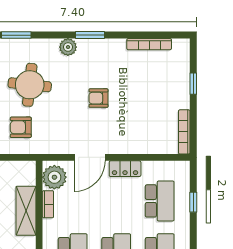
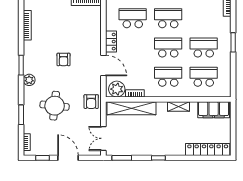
armchair: (21, 127) -> (91, 102), moved
shelving: (26, 211) -> (132, 108), width x1.47

